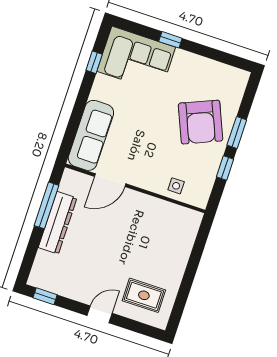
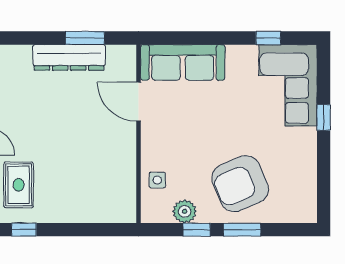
plant: (208, 173) -> (185, 211), added
window: (47, 205) -> (85, 38), width x0.69
window: (180, 303) -> (24, 230), added

